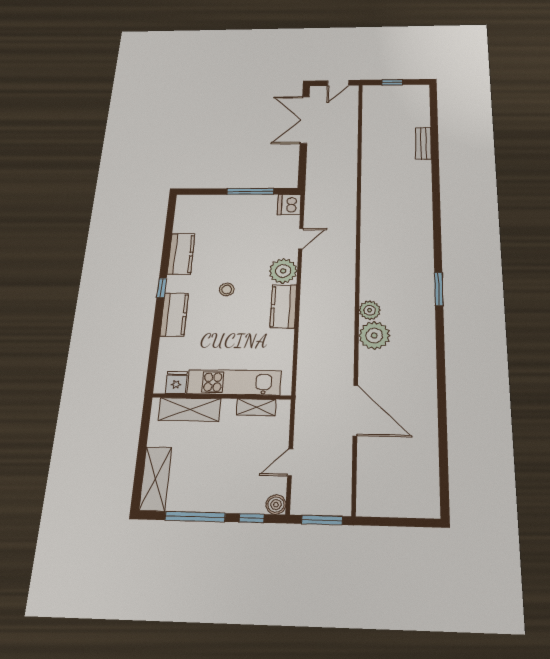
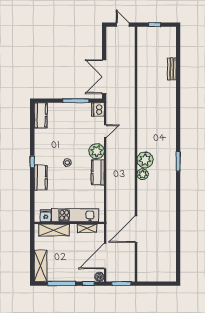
door: (338, 83) -> (123, 25), swing flipped
double door: (305, 120) -> (104, 77), moved
kitchen counter: (181, 254) -> (41, 115), moved
plant: (374, 335) -> (145, 160), moved
door: (355, 410) -> (136, 229), swing flipped
door: (290, 462) -> (105, 256), width x1.87

